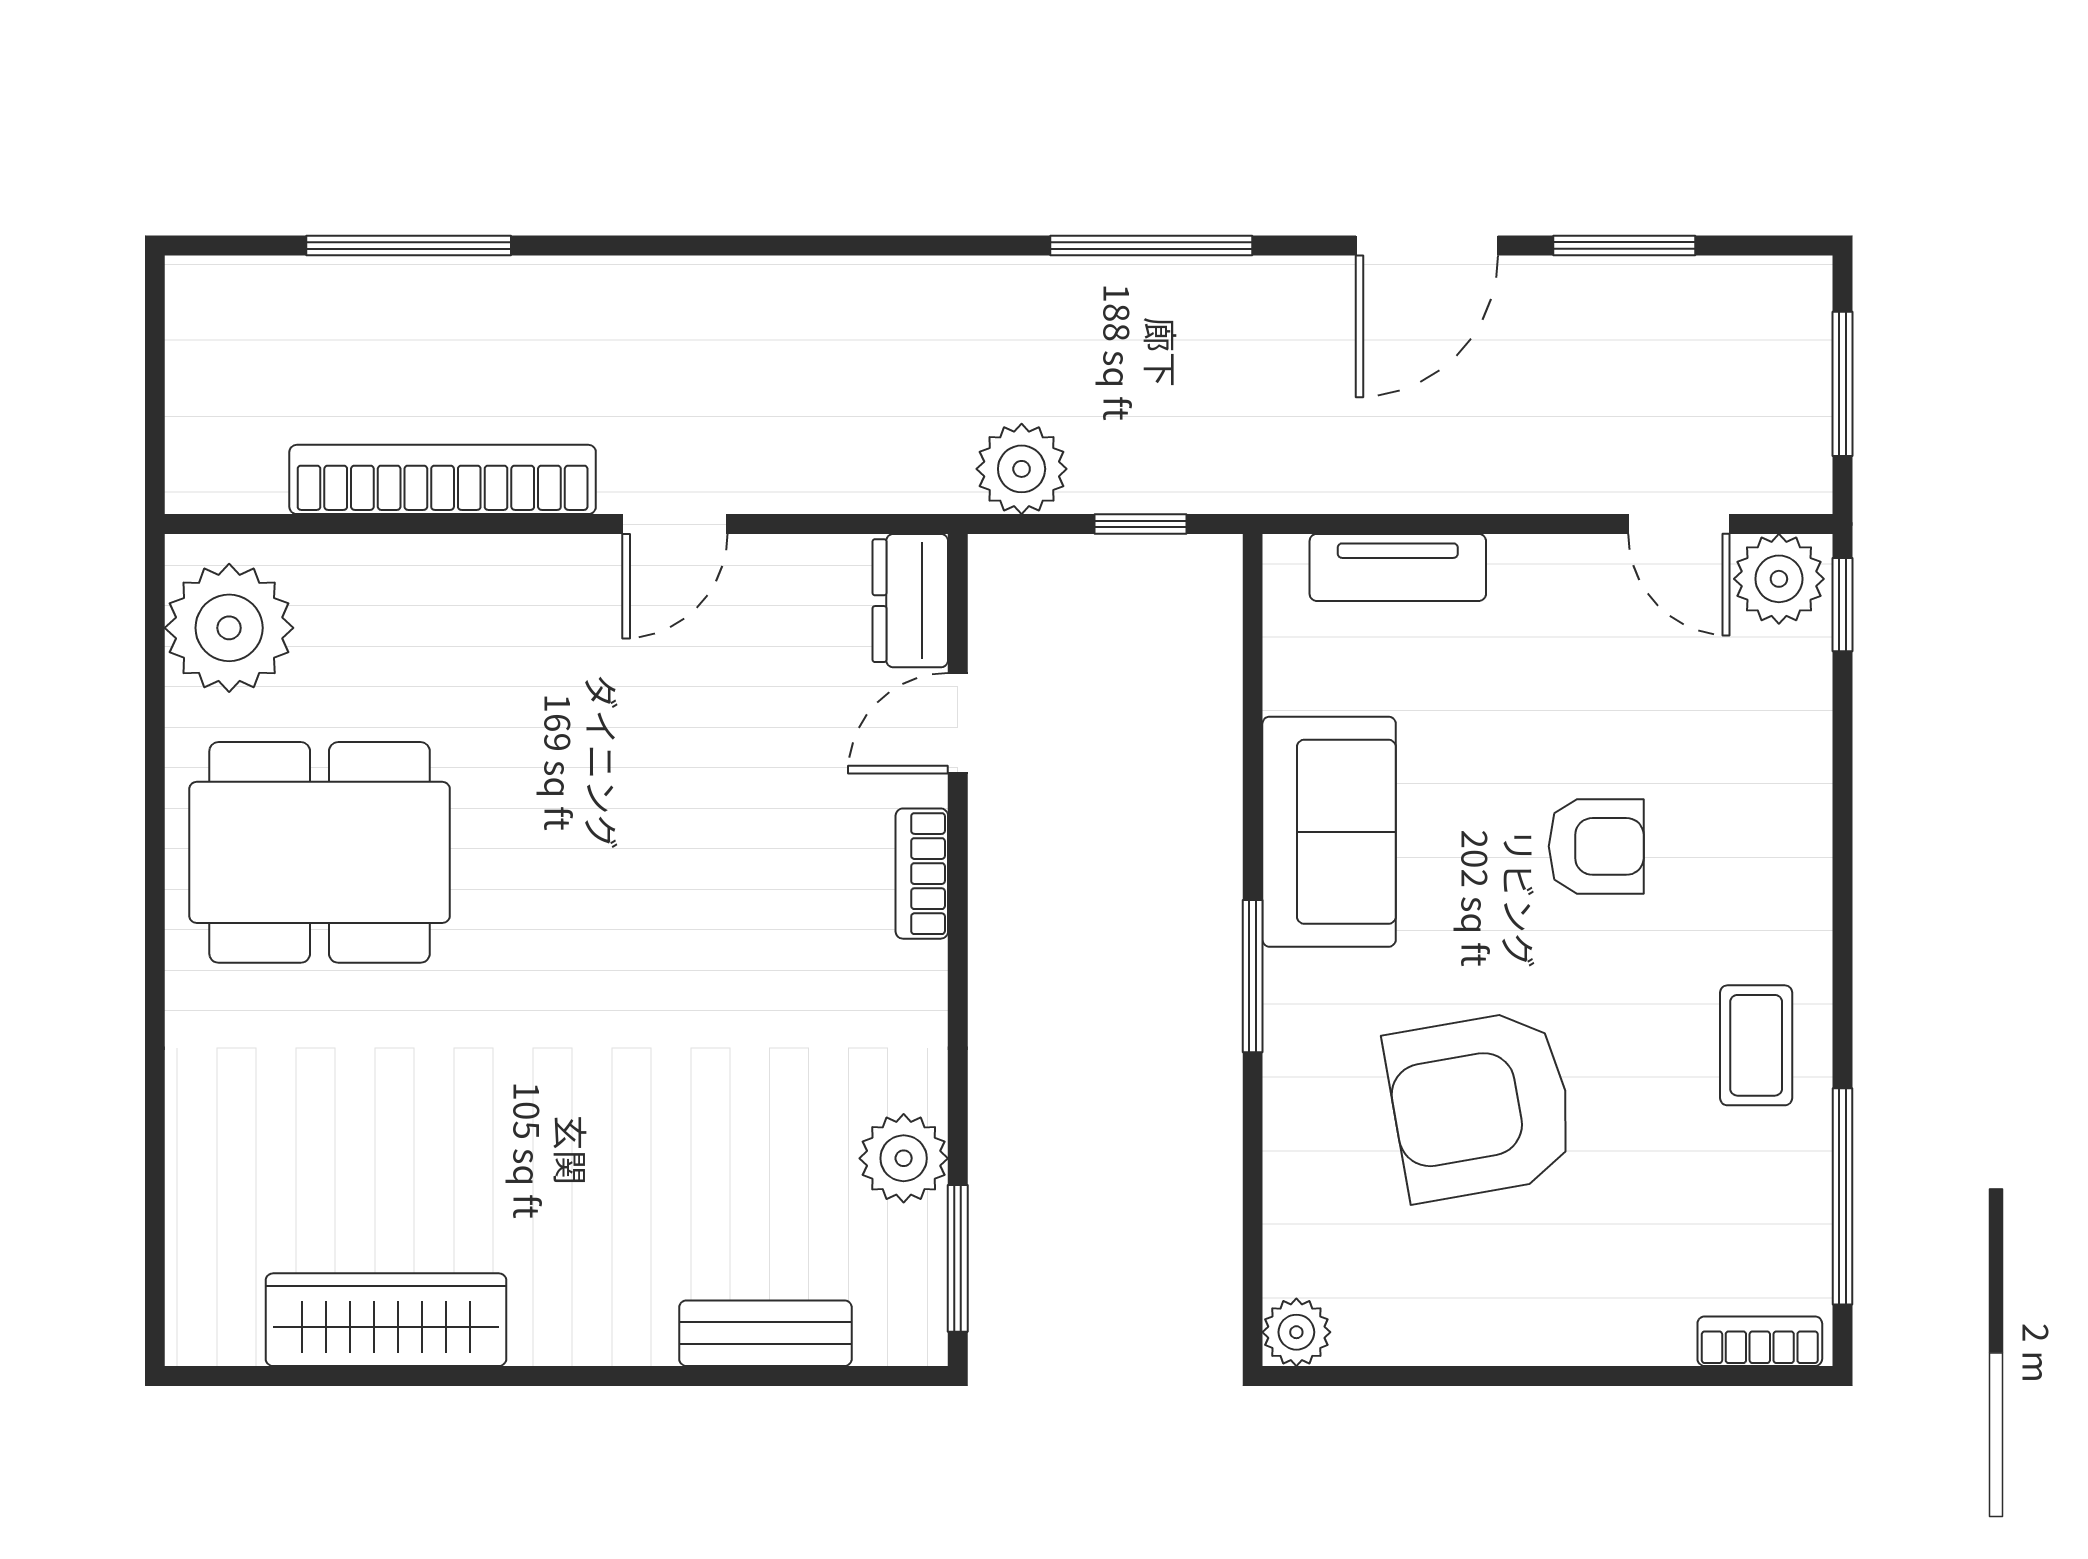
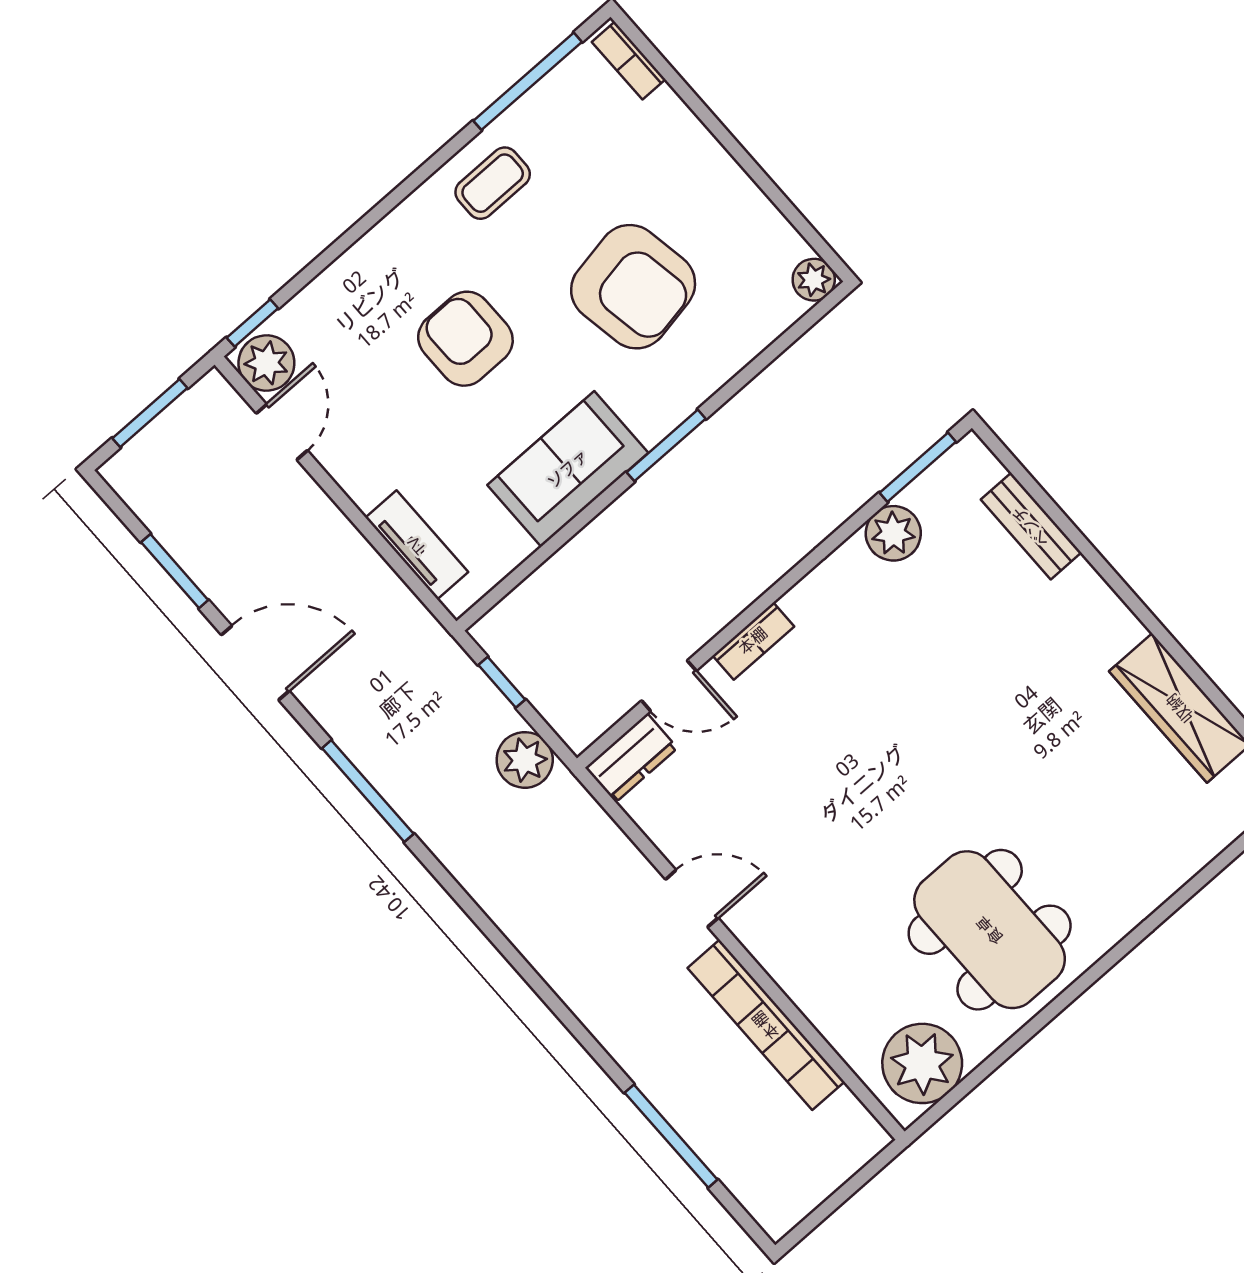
armchair: (1596, 846) -> (465, 339), width x1.38, depth x1.38

